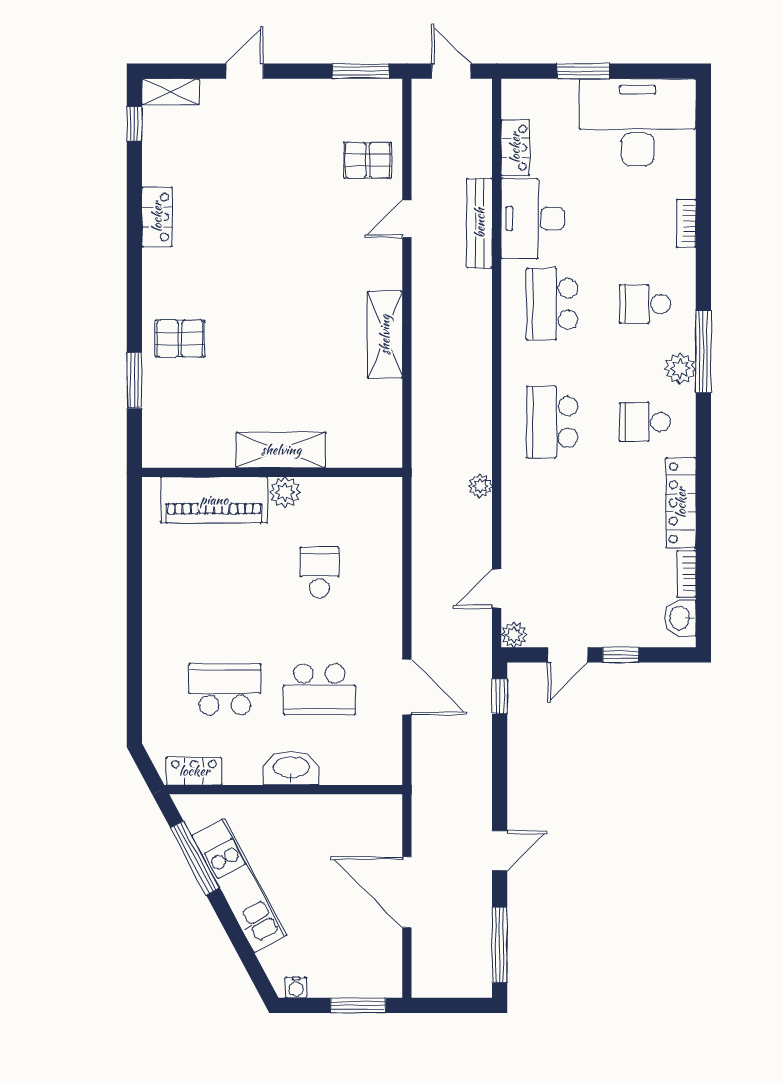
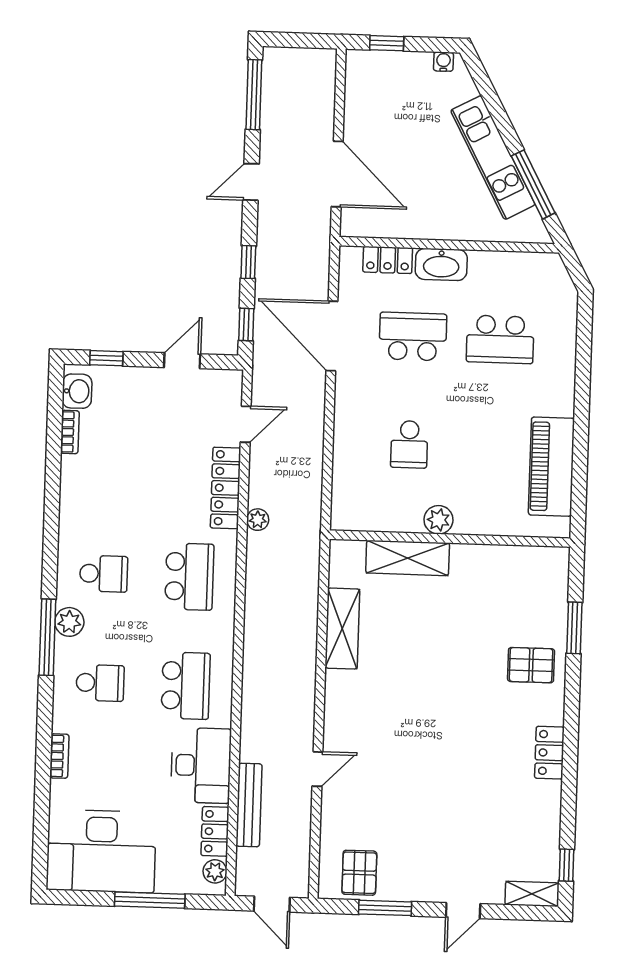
window: (361, 71) -> (385, 908), moved
window: (583, 71) -> (150, 900), width x1.44
pallet: (368, 160) -> (359, 873), moved, turned 90
locker: (157, 217) -> (549, 753), moved
bench: (480, 223) -> (249, 805), moved
shelving: (385, 335) -> (342, 629), moved
shelving: (281, 450) -> (408, 558), moved
piano: (214, 500) -> (551, 467), moved, turned -90
locker: (681, 503) -> (226, 488), moved, turned 180
plant: (514, 635) -> (215, 871), moved
window: (621, 655) -> (106, 358), moved
door: (407, 687) -> (332, 336), width x1.36
window: (500, 764) -> (248, 262), added
locker: (194, 771) -> (388, 260), moved
door: (407, 892) -> (337, 174), moved
window: (358, 1005) -> (387, 43), width x0.67

